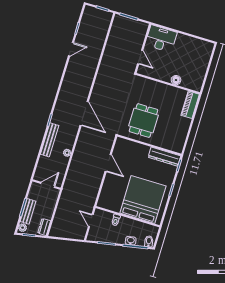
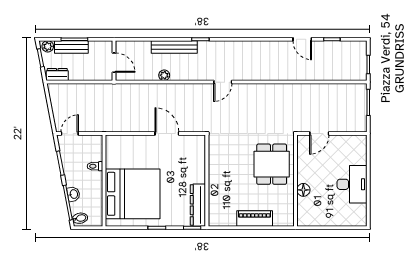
desk: (161, 39) -> (352, 184), moved
piano: (190, 105) -> (255, 218), moved
door: (84, 113) -> (223, 82), width x0.53
dining table: (144, 121) -> (272, 164), moved, turned 90
door: (108, 163) -> (167, 133), swing flipped
door: (91, 220) -> (70, 133), moved

